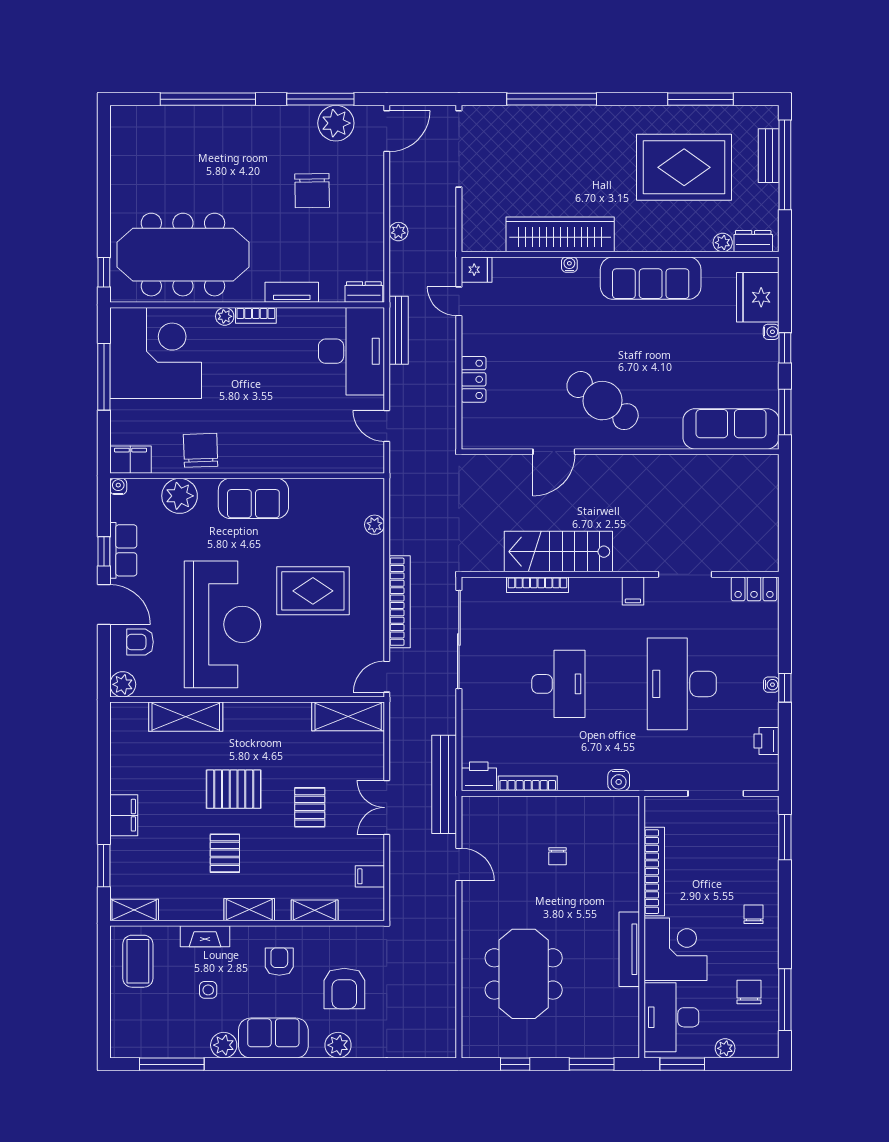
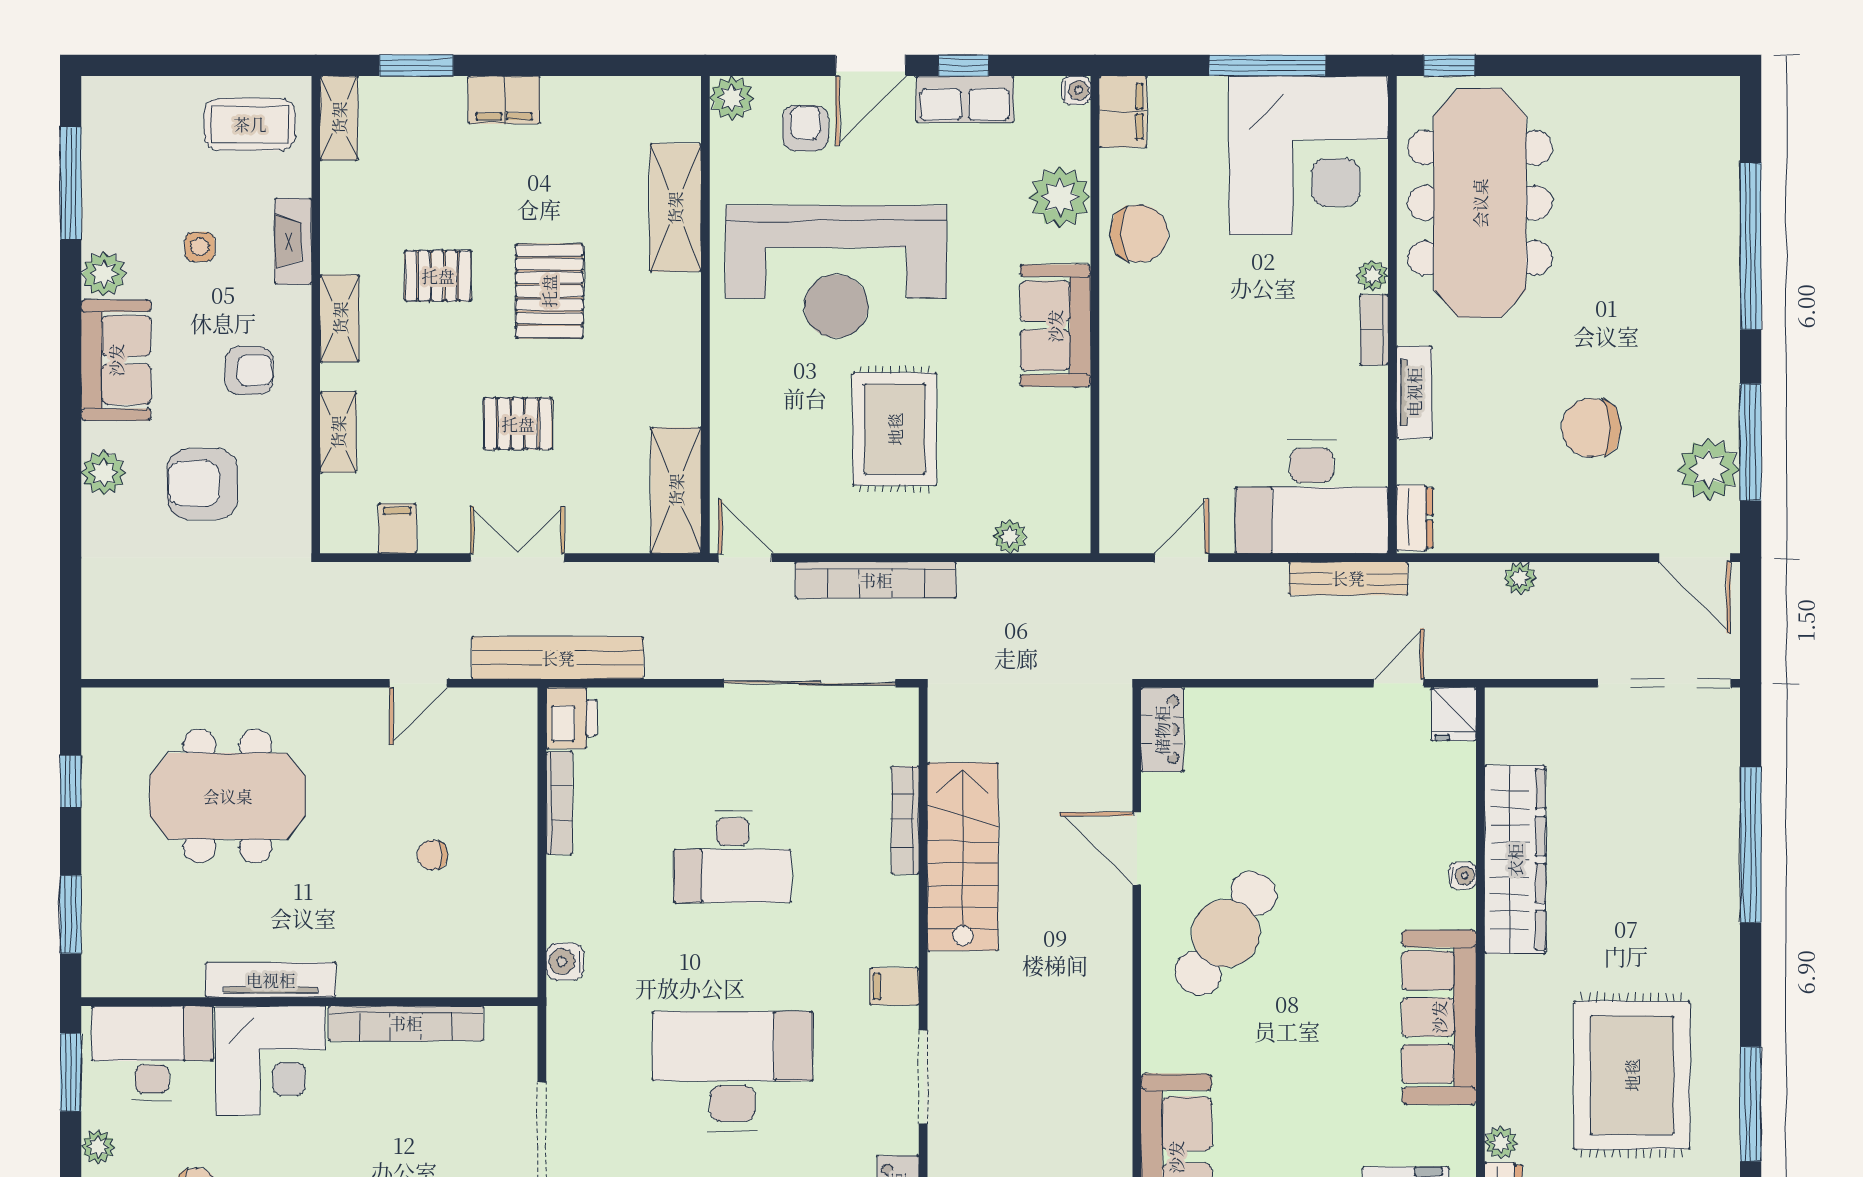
locker: (474, 379) -> (1162, 730), moved, turned -90

